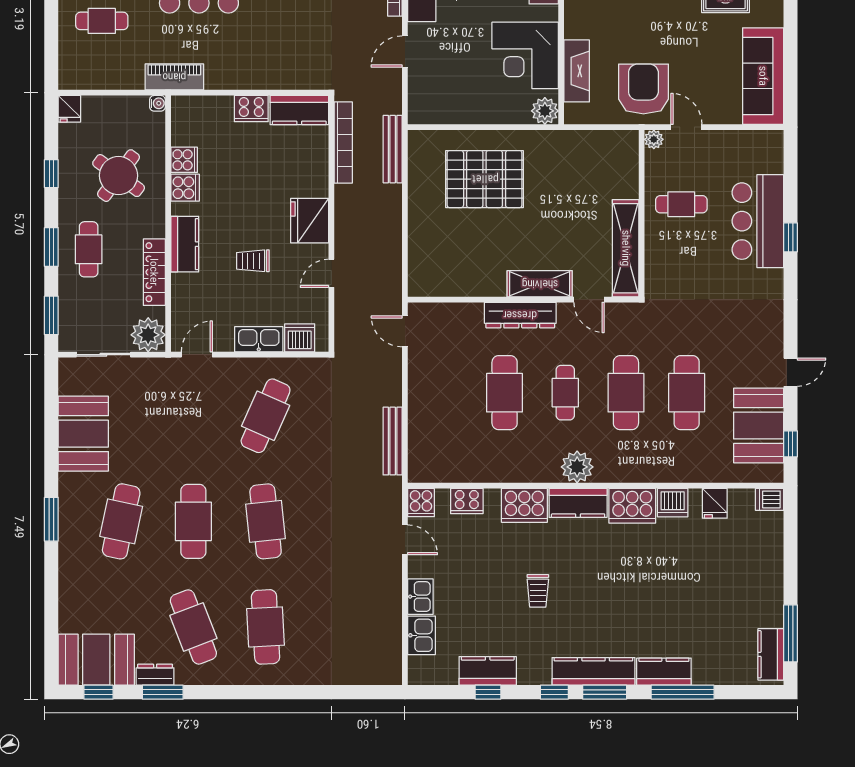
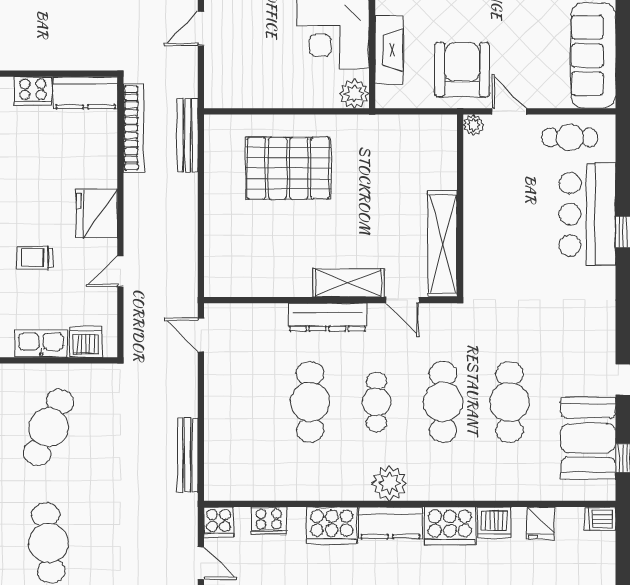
cafe table: (681, 204) -> (570, 137), moved

